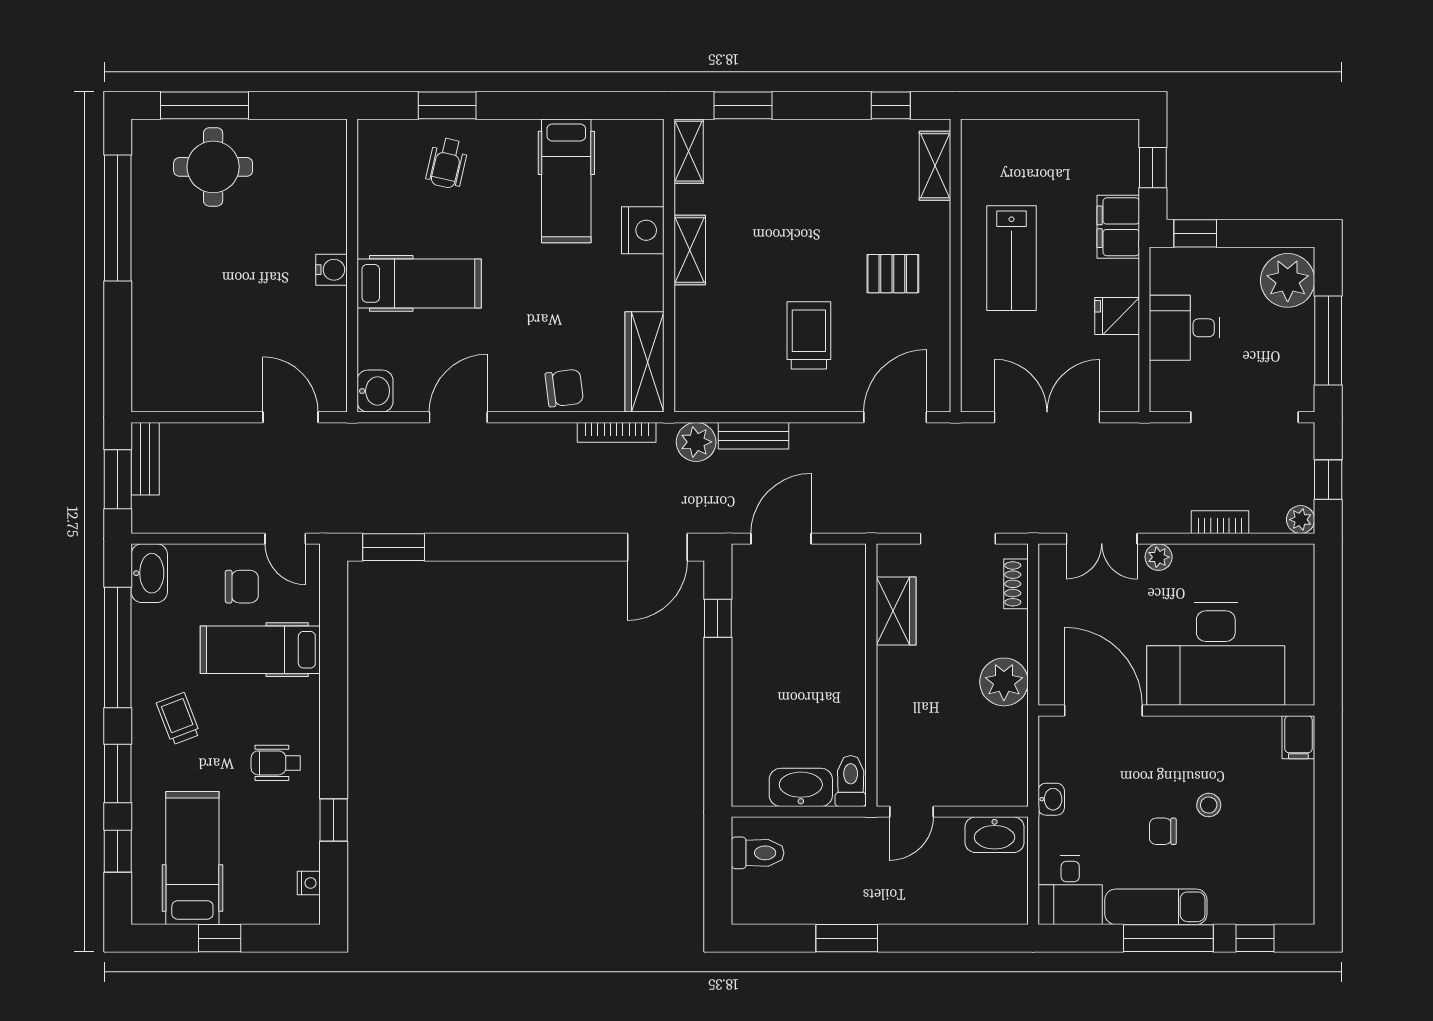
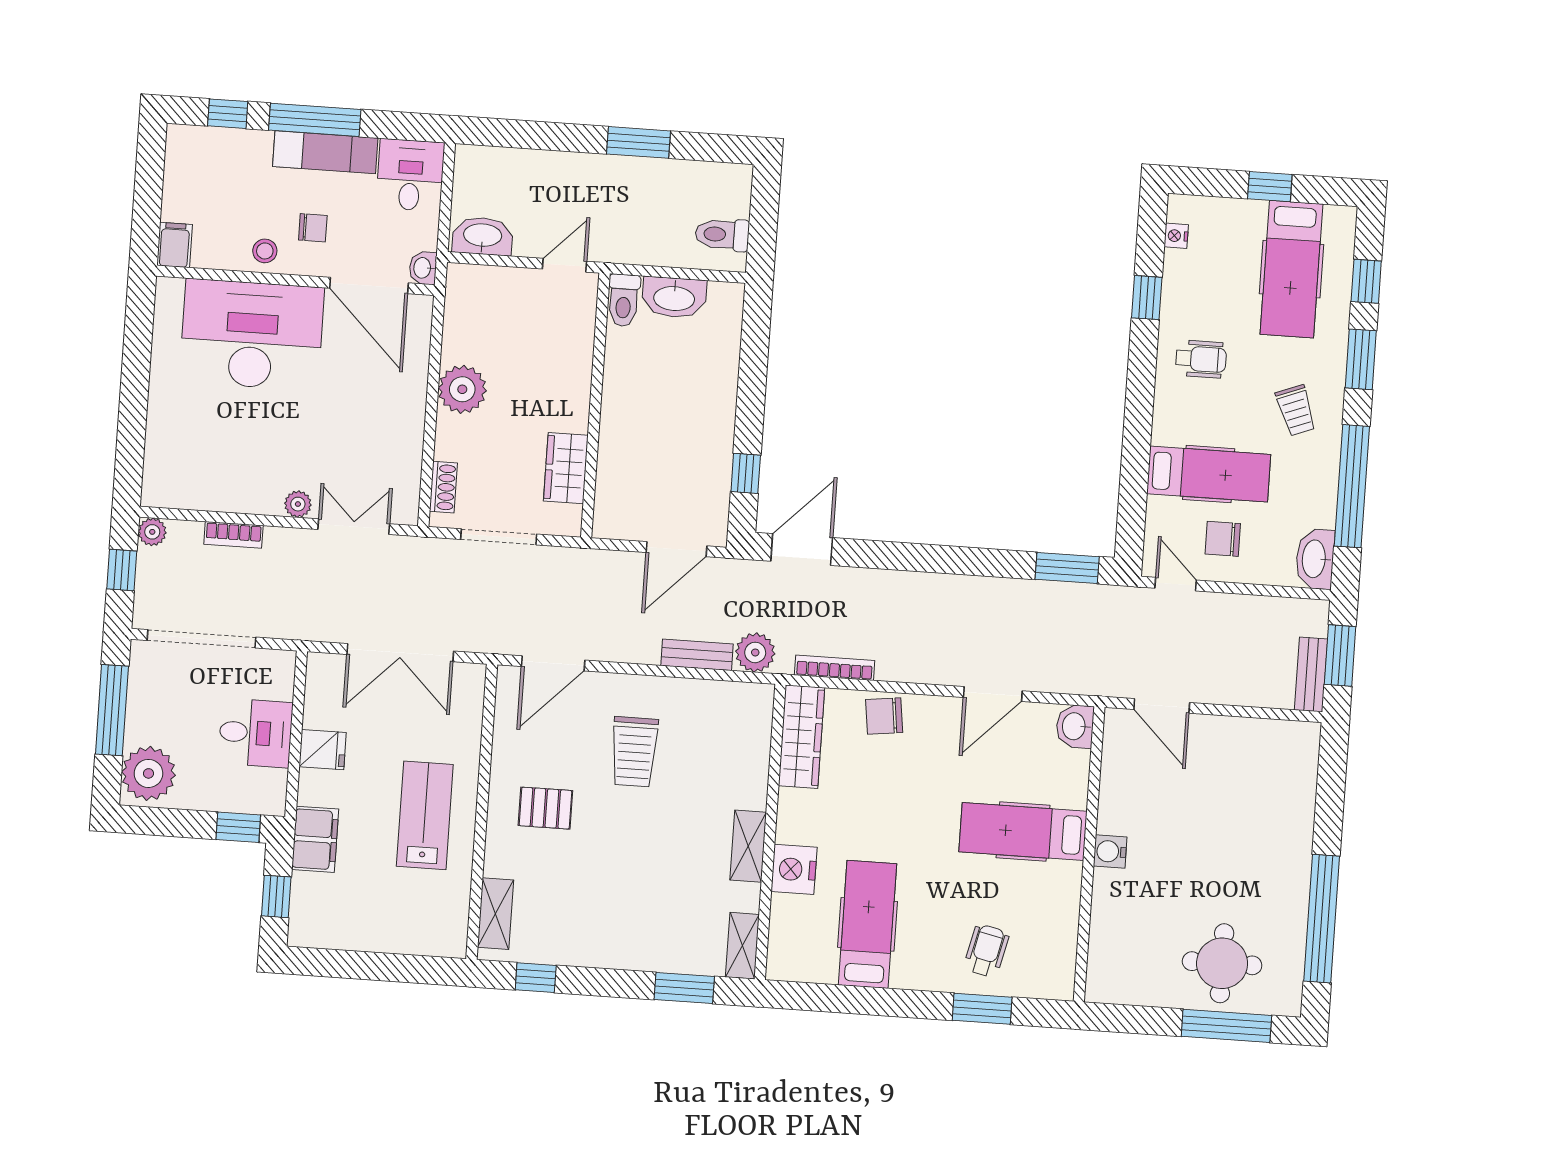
desk: (1216, 654) -> (252, 335), moved
door: (1103, 711) -> (369, 286), moved
wall: (1176, 711) -> (295, 280), moved
filing cabinet: (1298, 737) -> (175, 245), moved

